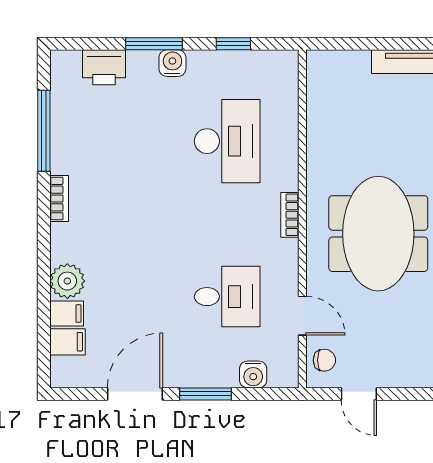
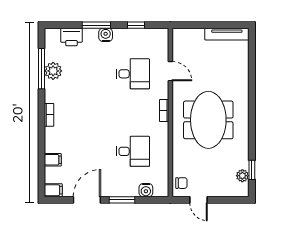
desk: (227, 141) -> (133, 74), width x0.73
bookcase: (59, 199) -> (49, 115), moved
plant: (67, 281) -> (53, 71), moved
door: (302, 316) -> (170, 71), moved
filing cabinet: (67, 342) -> (53, 190), moved

